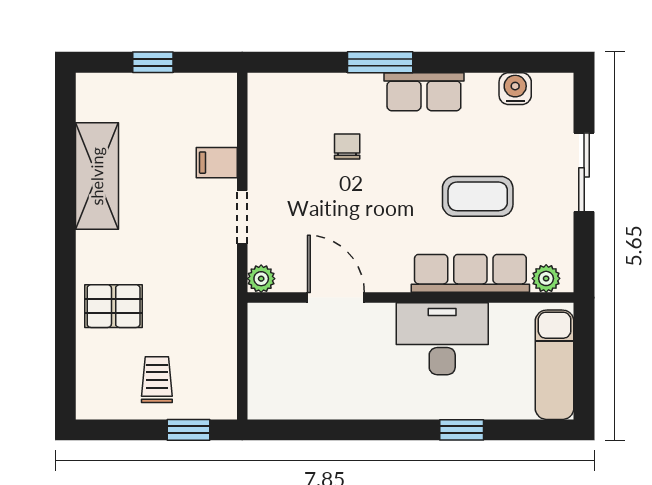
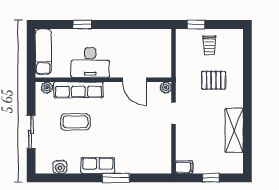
chair: (347, 147) -> (130, 143), removed
filing cabinet: (217, 163) -> (184, 167), moved
pallet: (114, 306) -> (214, 80), moved

